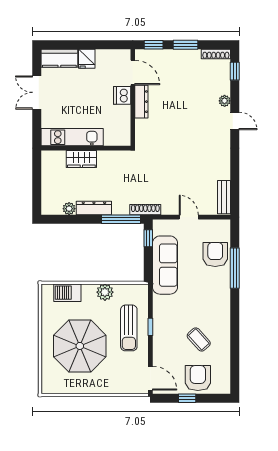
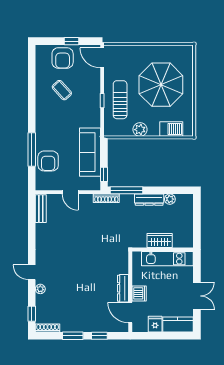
door: (133, 72) -> (130, 313), moved
dishwasher: (122, 95) -> (139, 293), moved
wall: (133, 97) -> (130, 292), moved
dresser: (141, 102) -> (123, 288), moved

